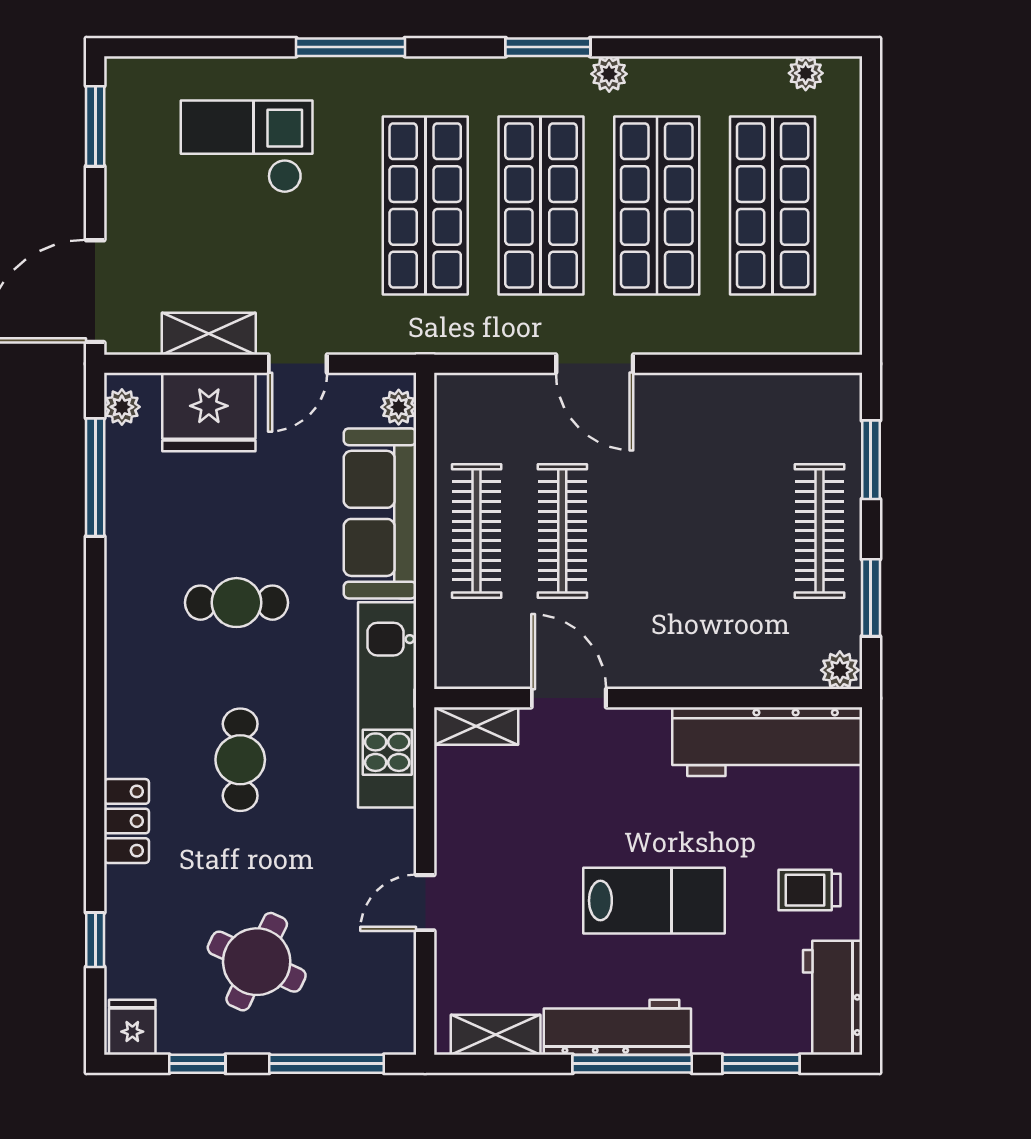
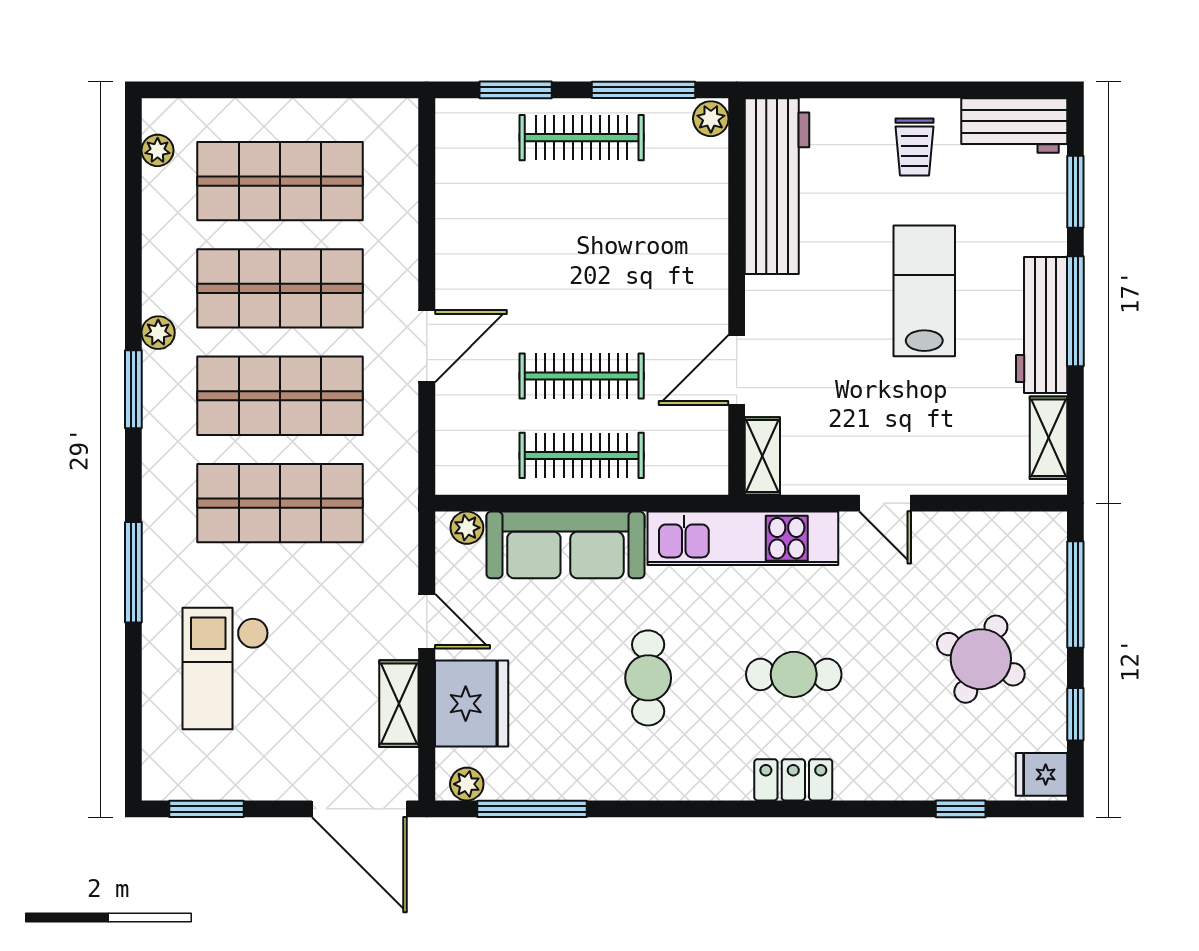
window: (871, 598) -> (644, 90), width x1.44
locker: (126, 821) -> (793, 780), moved
door: (425, 903) -> (885, 503), moved

